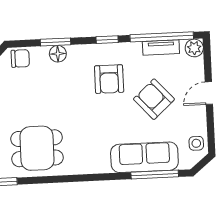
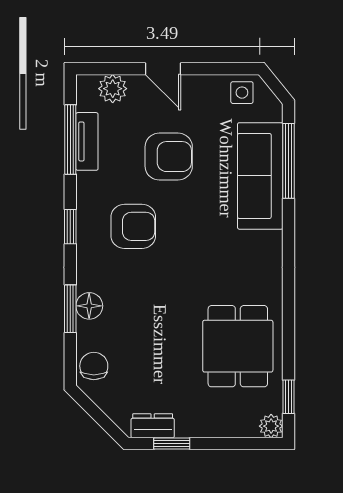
window: (162, 37) -> (70, 139), width x0.68
plant: (194, 48) -> (113, 89), moved
armchair: (154, 99) -> (169, 157), turned -138

